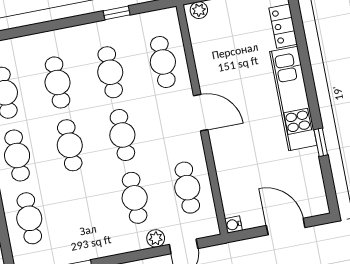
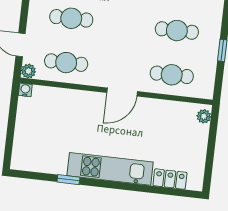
cafe table: (122, 135) -> (124, 24), removed
door: (286, 227) -> (11, 131), removed
plant: (156, 238) -> (28, 71), moved

